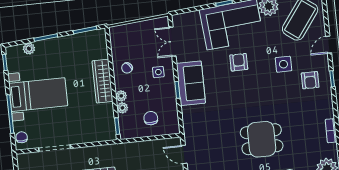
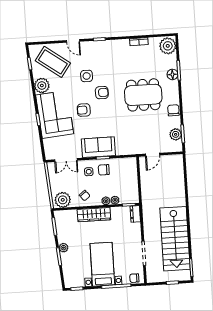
plant: (120, 39) -> (63, 200), added
plant: (29, 49) -> (63, 248), moved
armchair: (310, 80) -> (102, 93), moved
chair: (151, 118) -> (104, 170), moved
dresser: (106, 135) -> (135, 214), added
dining table: (262, 139) -> (143, 95), width x1.38

